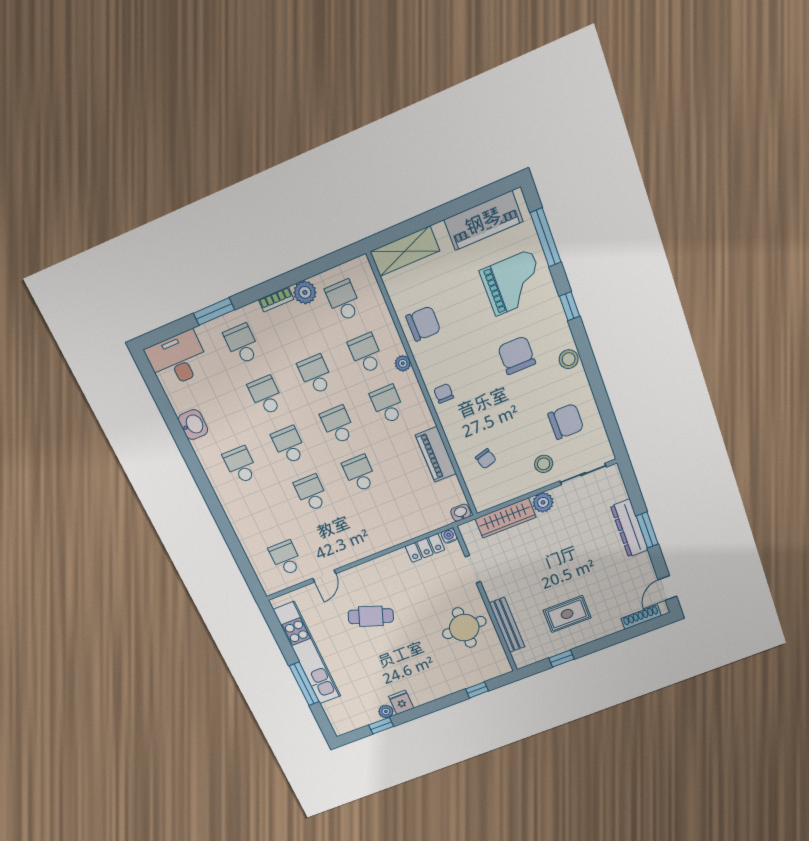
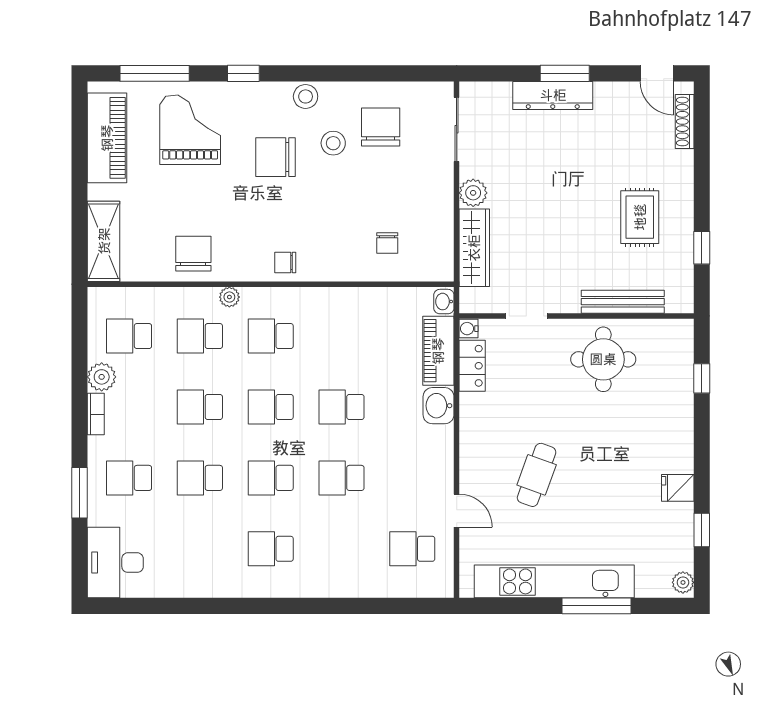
washbasin: (193, 425) -> (439, 406), moved, turned -90
piano: (436, 454) -> (438, 351), moved, turned 90
chair: (486, 459) -> (387, 243), turned 106
stool: (544, 464) -> (333, 143), moved
plant: (386, 711) -> (683, 582), moved

